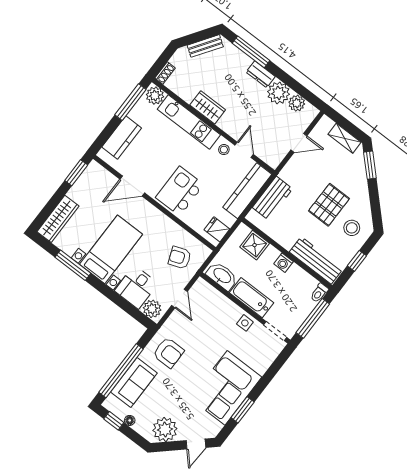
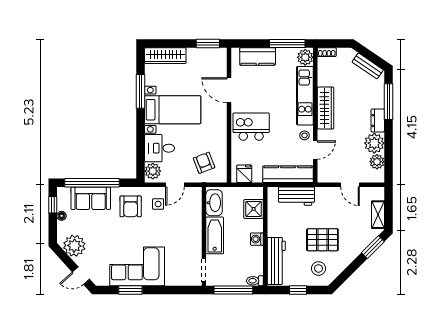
wardrobe: (208, 107) -> (326, 108), width x1.50
side table: (245, 323) -> (158, 204), moved

